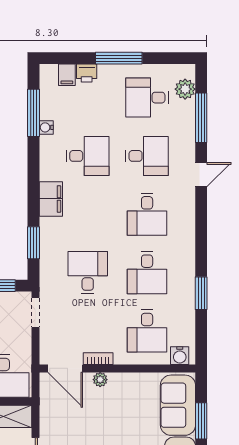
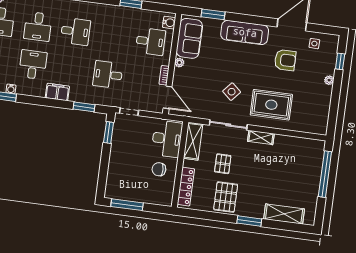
desk: (147, 156) -> (38, 26), turned 180
desk: (147, 273) -> (113, 36), removed
door: (65, 368) -> (168, 97), hinge flipped
plant: (100, 380) -> (179, 63), moved
sofa: (178, 405) -> (189, 38), moved, turned -90

